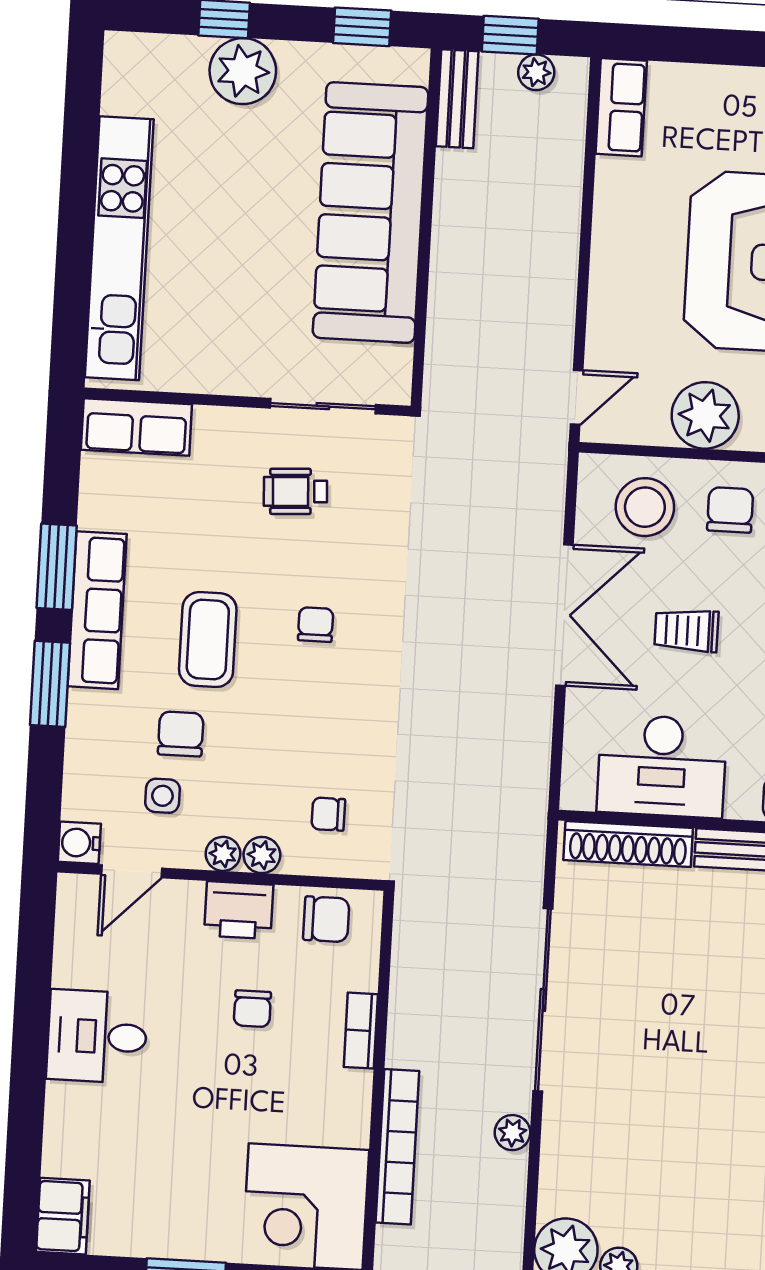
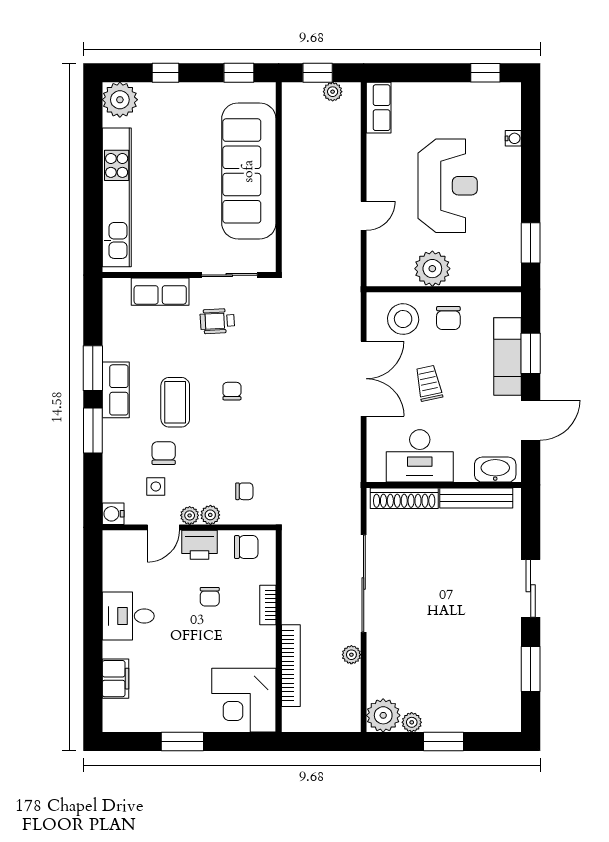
plant: (243, 71) -> (120, 100), moved
bench: (457, 99) -> (291, 108), removed
door: (577, 397) -> (364, 216), moved
row of seats: (136, 427) -> (160, 292), moved
chair: (730, 510) -> (448, 318), turned 180
row of seats: (97, 610) -> (116, 390), width x0.68
trolley: (686, 631) -> (429, 383), turned 78
chair: (328, 814) -> (244, 491), turned 180
door: (132, 871) -> (163, 527), moved
filing cabinet: (63, 1216) -> (115, 679), moved

